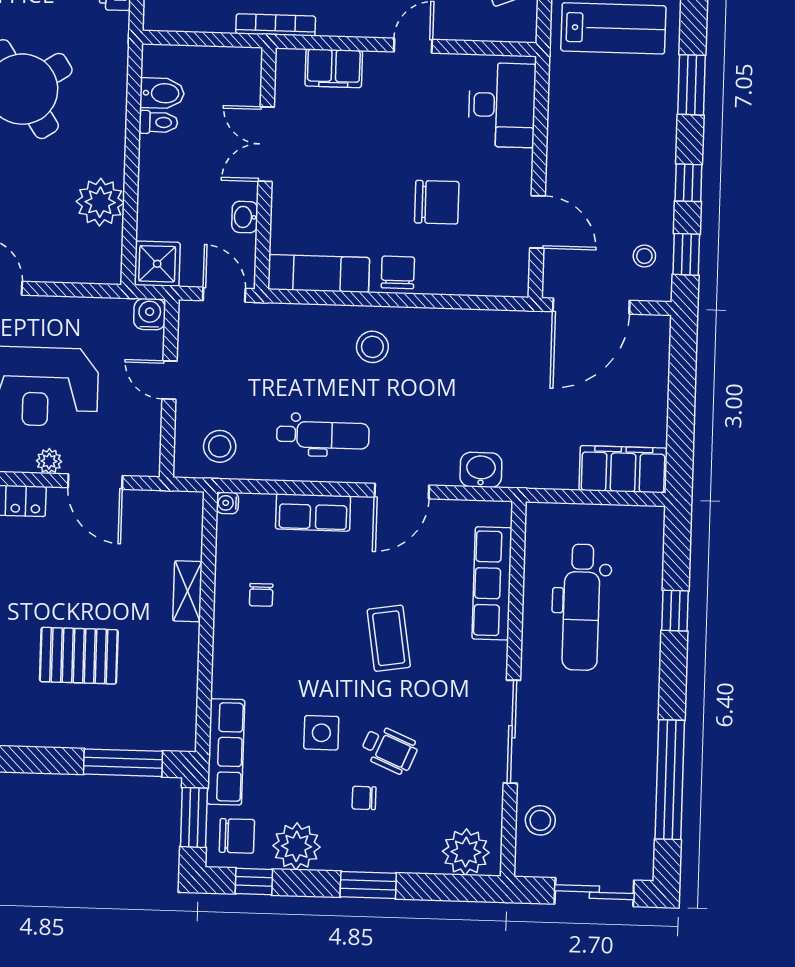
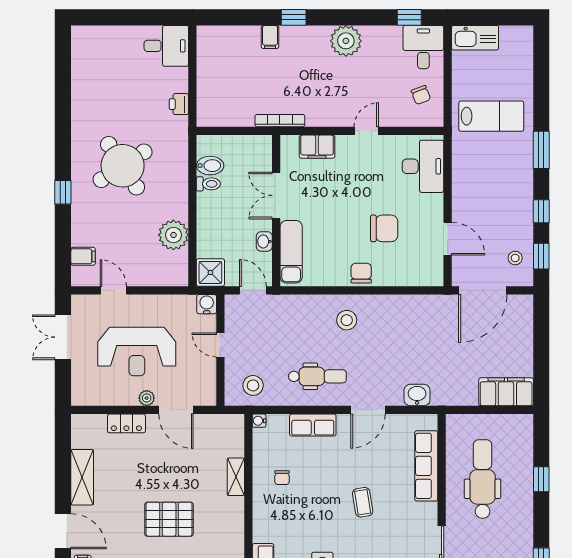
exam couch: (319, 274) -> (291, 252), moved, turned 90
dental chair: (581, 607) -> (483, 479), turned 180
coffee table: (389, 638) -> (363, 502), width x0.73, depth x0.77

